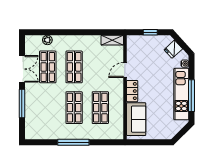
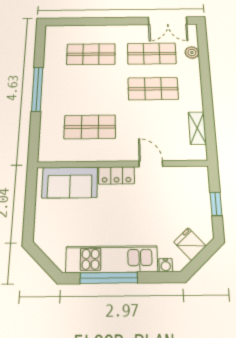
shelving: (112, 40) -> (197, 128), moved
double door: (22, 69) -> (168, 21), moved
window: (22, 103) -> (98, 22), removed
shop shelf: (74, 108) -> (91, 54), moved

